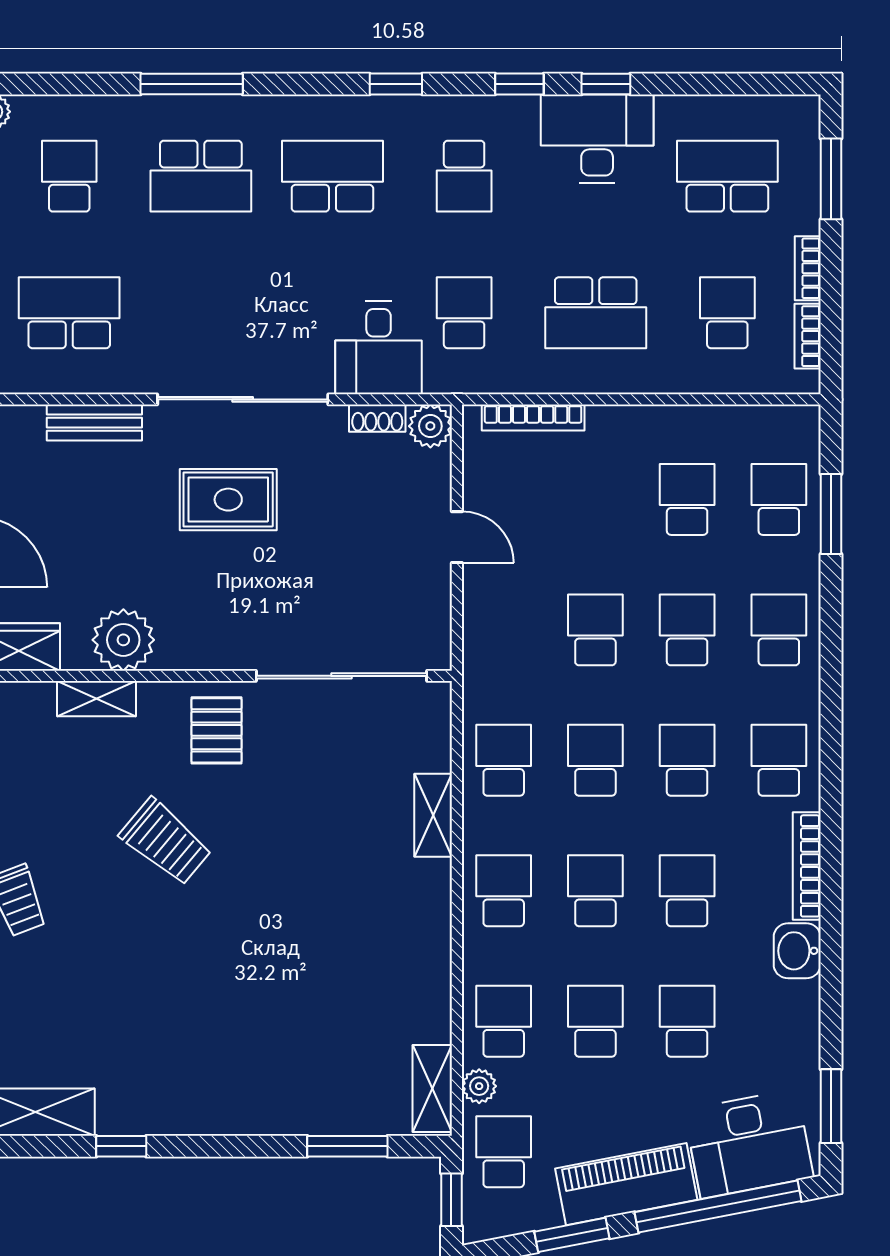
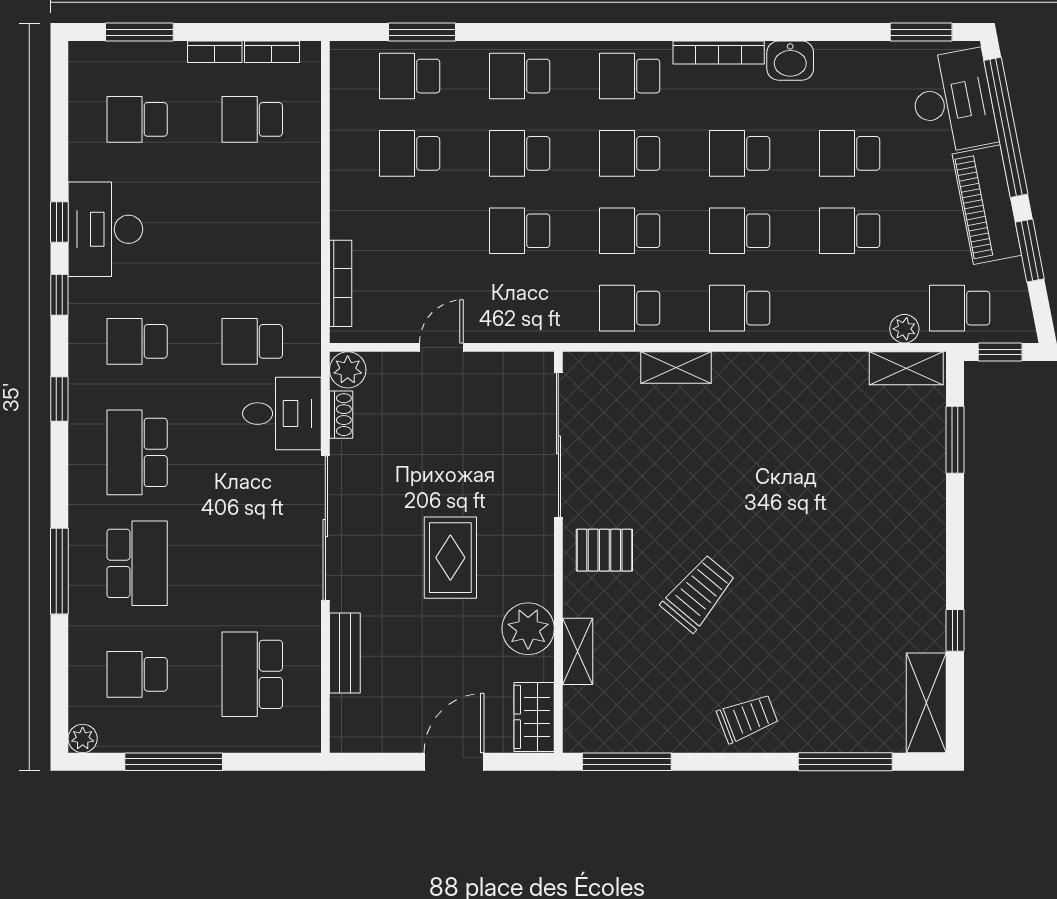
school desk: (464, 176) -> (137, 341), turned 180
school desk: (727, 176) -> (137, 119), width x0.54
school desk: (596, 313) -> (252, 230), removed
rug: (228, 500) -> (450, 558), moved
school desk: (504, 1021) -> (850, 308), removed

